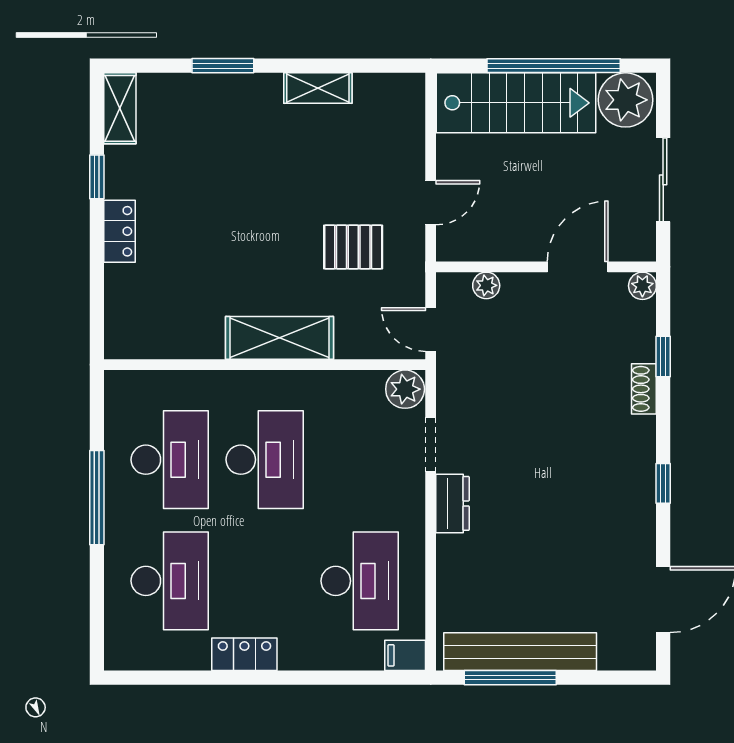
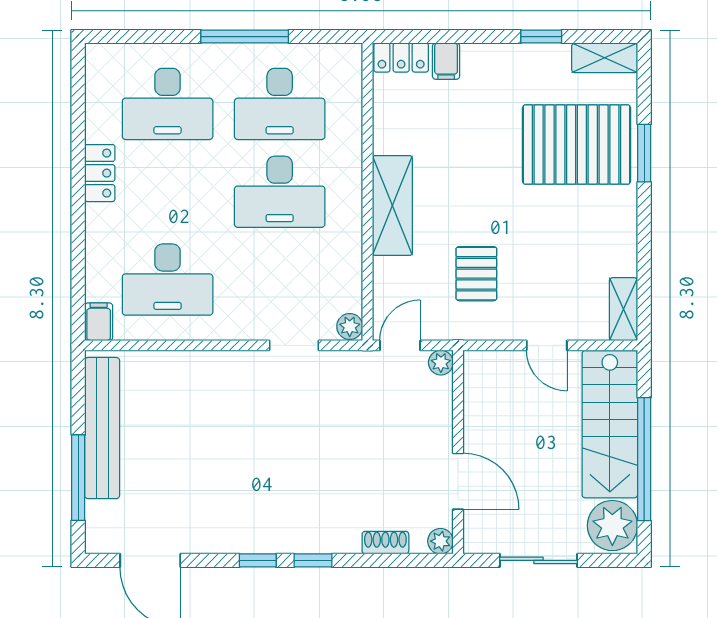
shelving: (318, 88) -> (623, 309), moved
pallet: (214, 139) -> (577, 145), added
door: (431, 203) -> (547, 345), moved
locker: (119, 231) -> (401, 57), moved
filing cabinet: (123, 280) -> (446, 61), added
plant: (486, 285) -> (441, 363), moved
window: (663, 357) -> (313, 560), moved
plant: (405, 389) -> (350, 326), width x0.73, depth x0.73
shoe rack: (644, 389) -> (385, 543), moved
dresser: (452, 503) -> (239, 366), removed
window: (510, 678) -> (78, 478), moved

